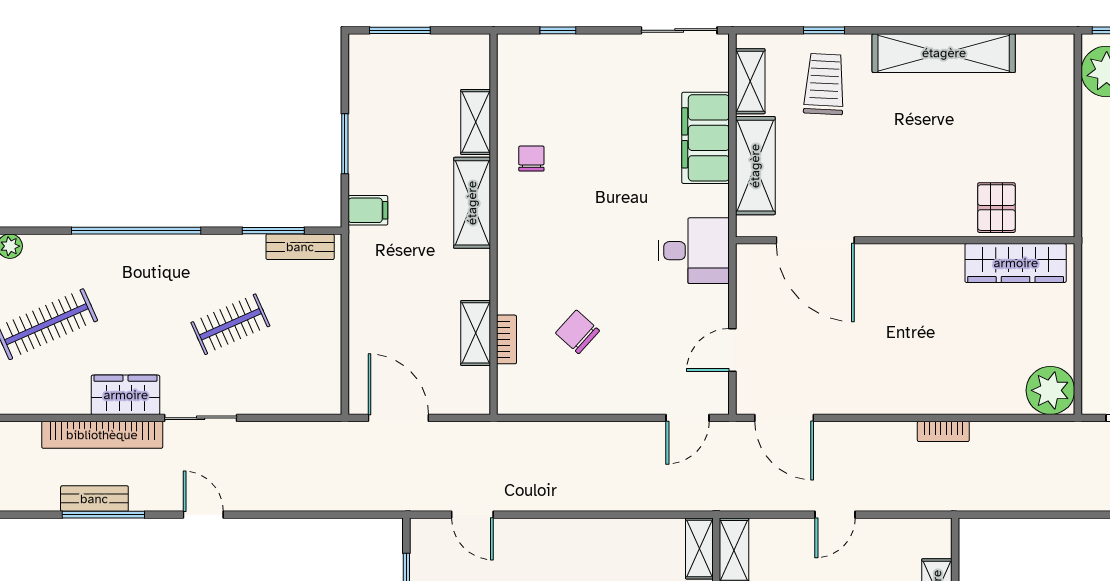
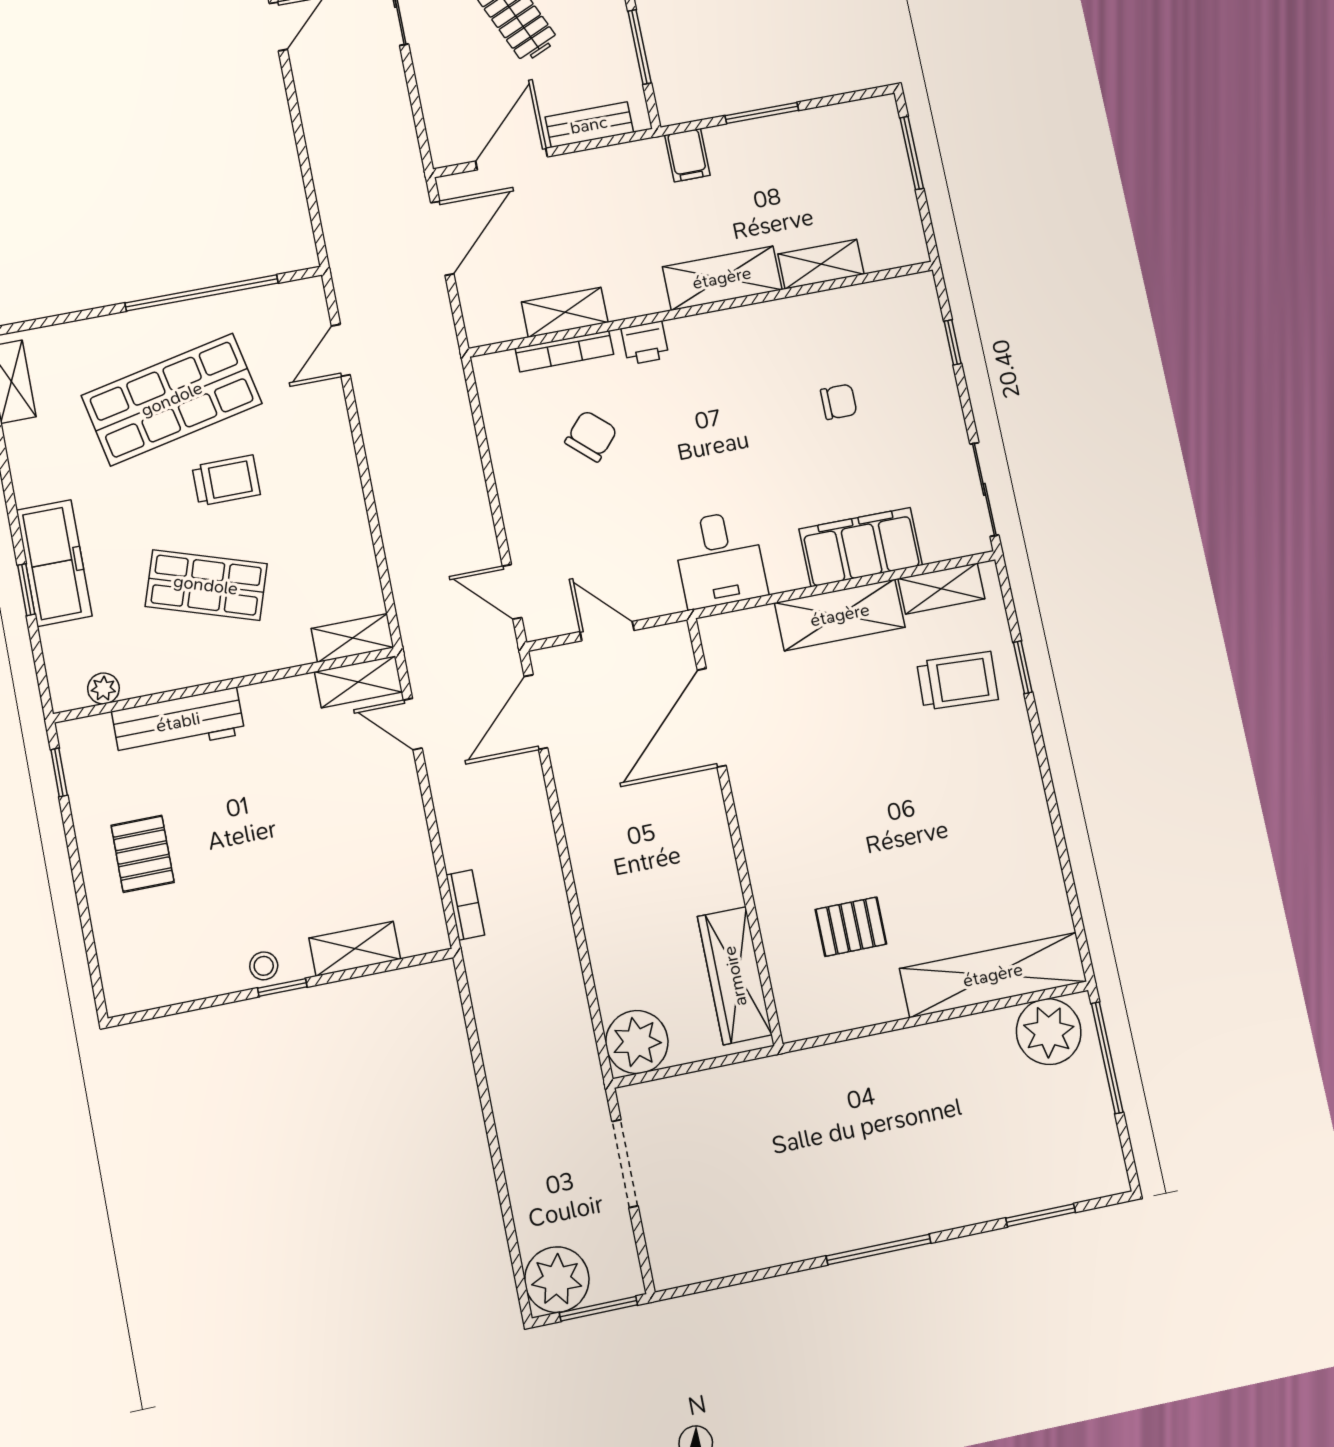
shelving: (944, 53) -> (993, 975), moved, turned 90
chair: (531, 159) -> (839, 402), moved
door: (815, 240) -> (712, 718), moved
wall: (905, 240) -> (735, 830), moved
bench: (300, 247) -> (589, 125), moved, turned 90
wardrobe: (1016, 263) -> (735, 976), moved
printer: (512, 274) -> (645, 343), added
bookcase: (507, 339) -> (564, 351), width x1.56
door: (345, 351) -> (512, 159), added
bookcase: (943, 431) -> (465, 905), moved, turned 180
door: (835, 515) -> (413, 724), moved

